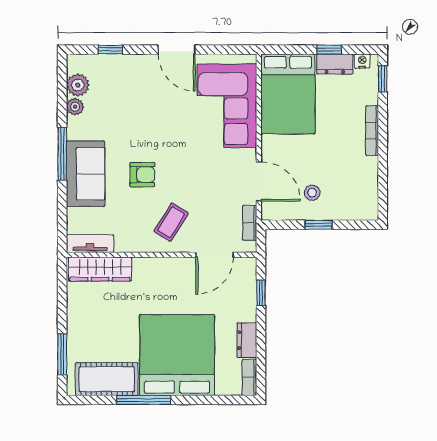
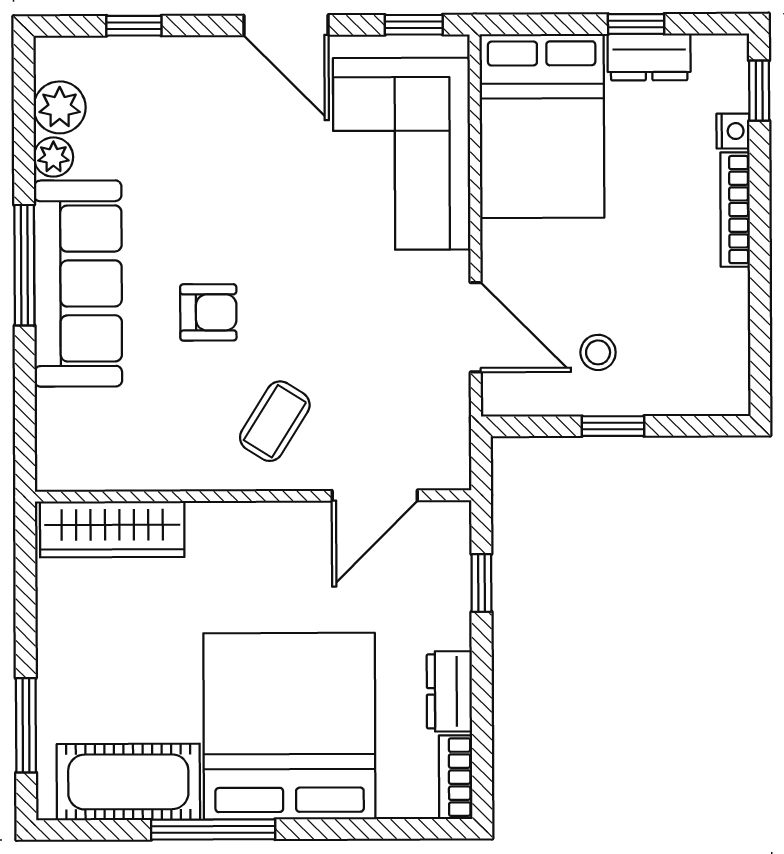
window: (232, 50) -> (414, 25), added
nightstand: (362, 61) -> (733, 131), moved, turned 90
sofa: (86, 174) -> (78, 284), width x1.36
bookcase: (250, 223) -> (455, 422), removed
tv unit: (90, 244) -> (89, 471), removed

